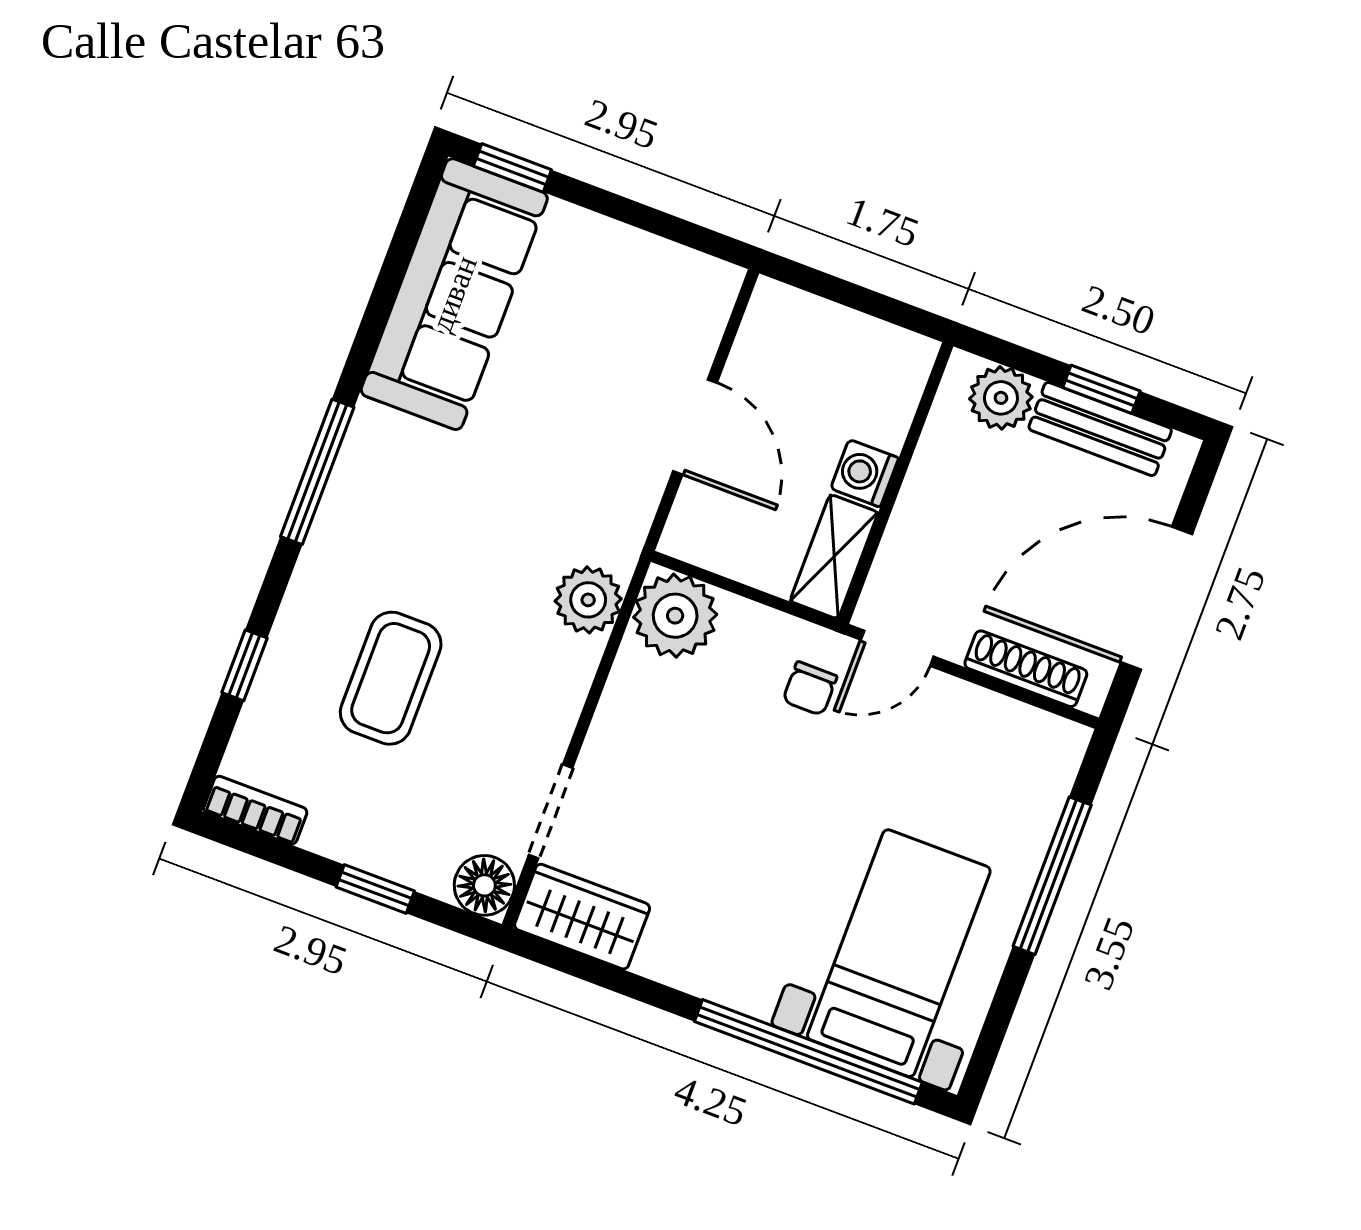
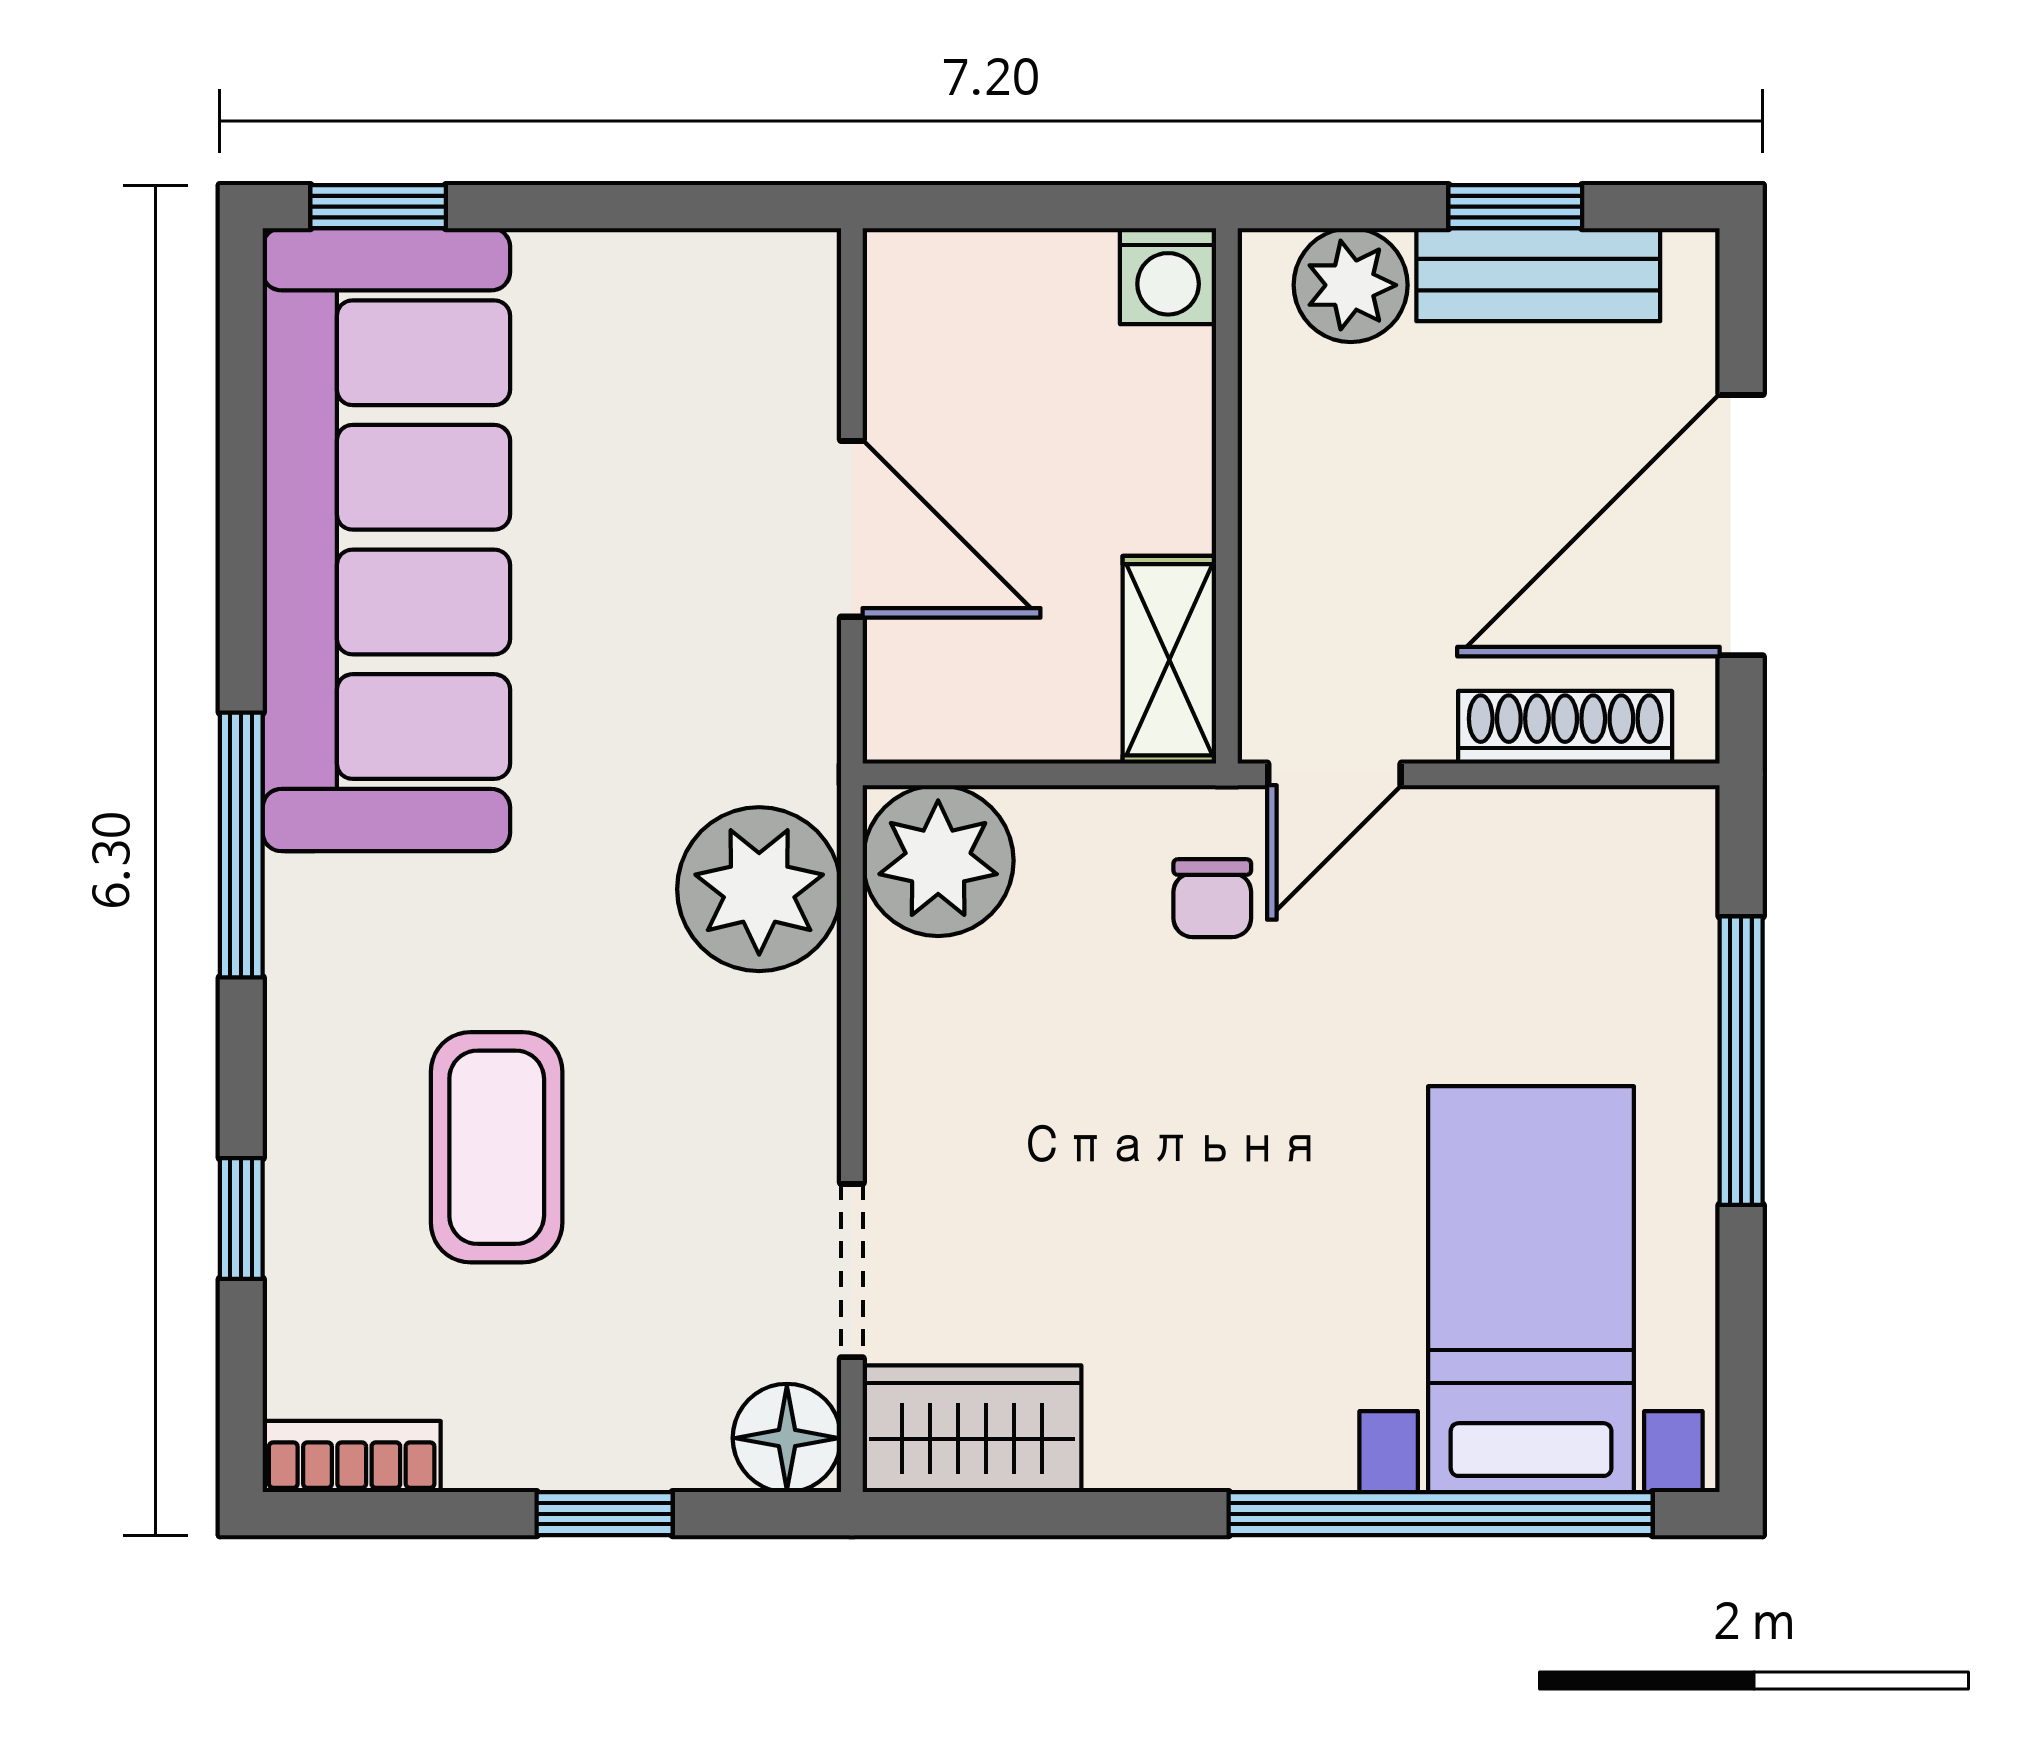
sofa: (454, 294) -> (386, 540), width x1.36, depth x1.27
washing machine: (865, 473) -> (1168, 276), moved, turned -90
plant: (588, 600) -> (759, 889), width x1.36, depth x1.36

